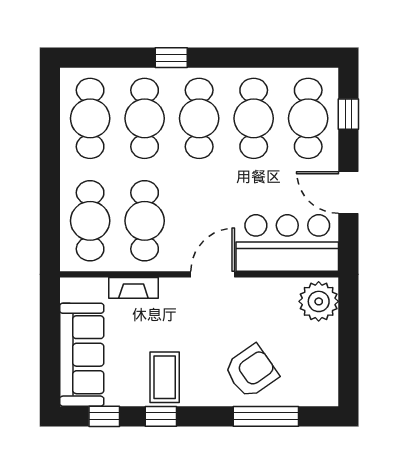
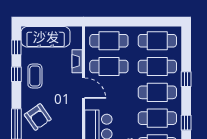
window: (263, 58) -> (186, 123), added
door: (213, 274) -> (84, 88), moved
coffee table: (165, 377) -> (35, 76), turned 90

